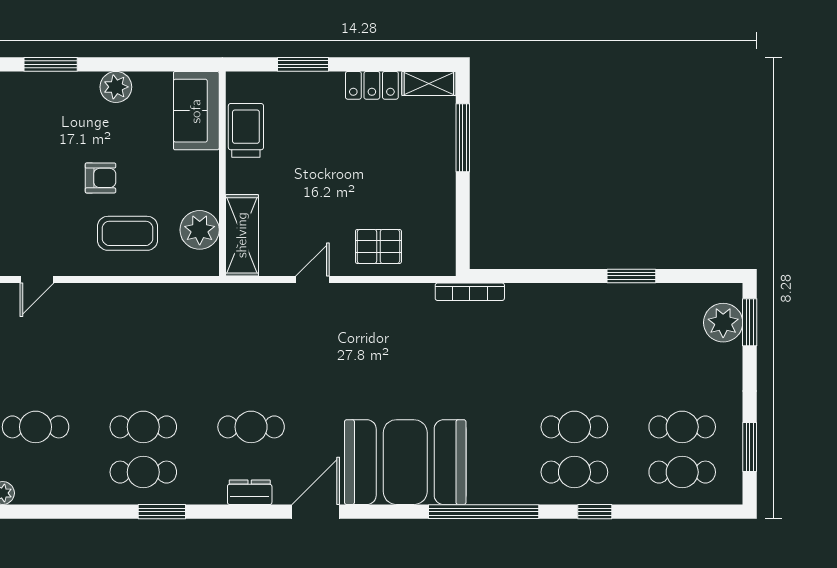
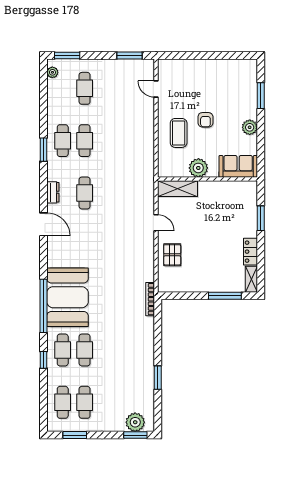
trolley: (246, 130) -> (229, 190), removed
plant: (200, 230) -> (198, 168), moved
booth: (405, 462) -> (67, 297), moved

